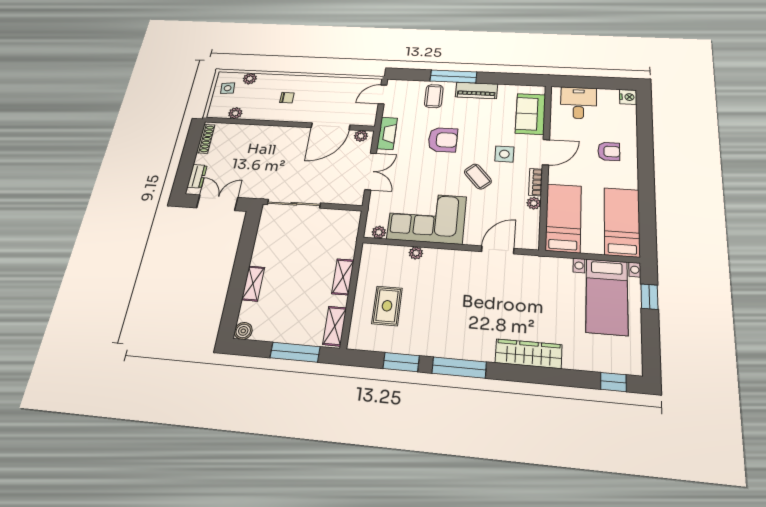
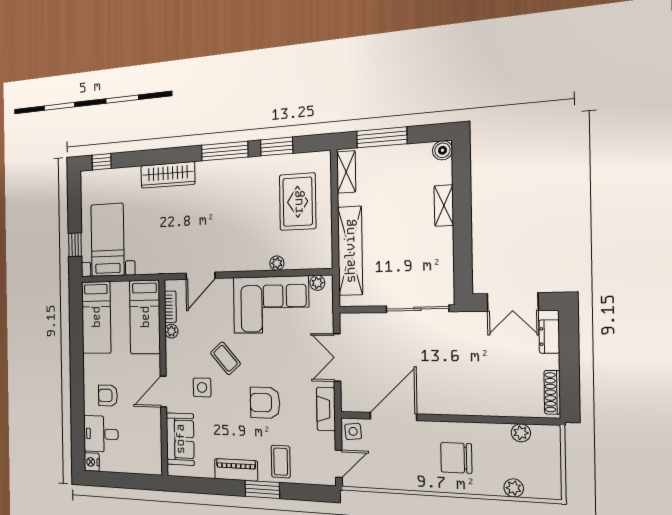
window: (453, 76) -> (262, 489), width x0.69
side table: (228, 88) -> (353, 431), moved
chair: (287, 98) -> (456, 458), width x1.87, depth x1.87
desk: (579, 103) -> (101, 434), moved, turned 90
plant: (361, 136) -> (355, 404), removed
bookcase: (536, 182) -> (170, 307), moved
shelving: (343, 277) -> (350, 251), width x2.20, depth x1.33
rug: (387, 306) -> (298, 202), width x1.36, depth x1.43

